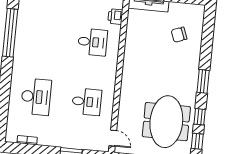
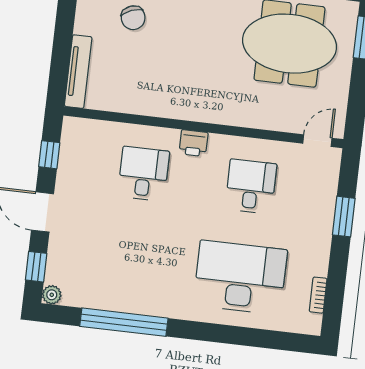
printer: (115, 17) -> (194, 143), moved
desk: (36, 97) -> (240, 278), width x1.36, depth x1.30

